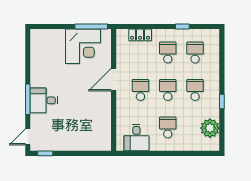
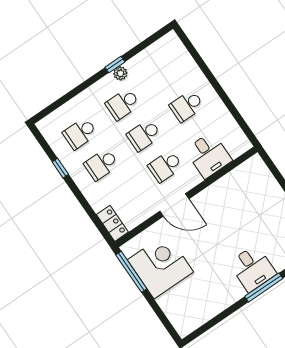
locker: (140, 35) -> (112, 223), moved
plant: (210, 128) -> (120, 73), moved, width x0.53, depth x0.53
desk: (136, 138) -> (208, 155), moved, turned 90

